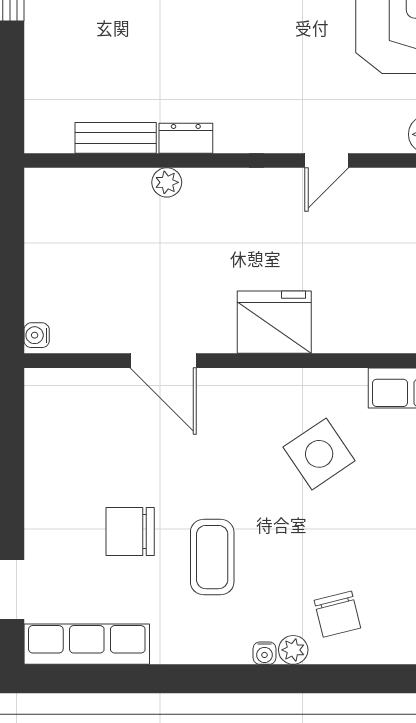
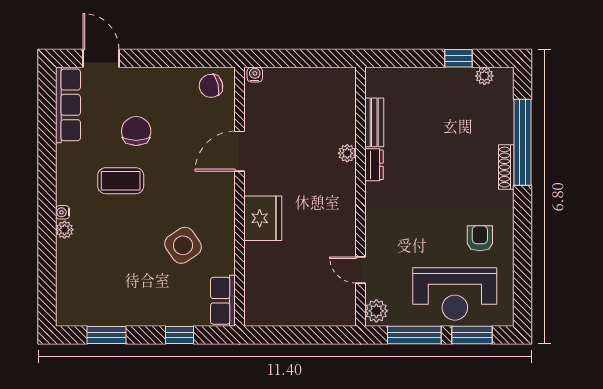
door: (327, 160) -> (360, 270), moved
chair: (337, 614) -> (211, 86), moved

